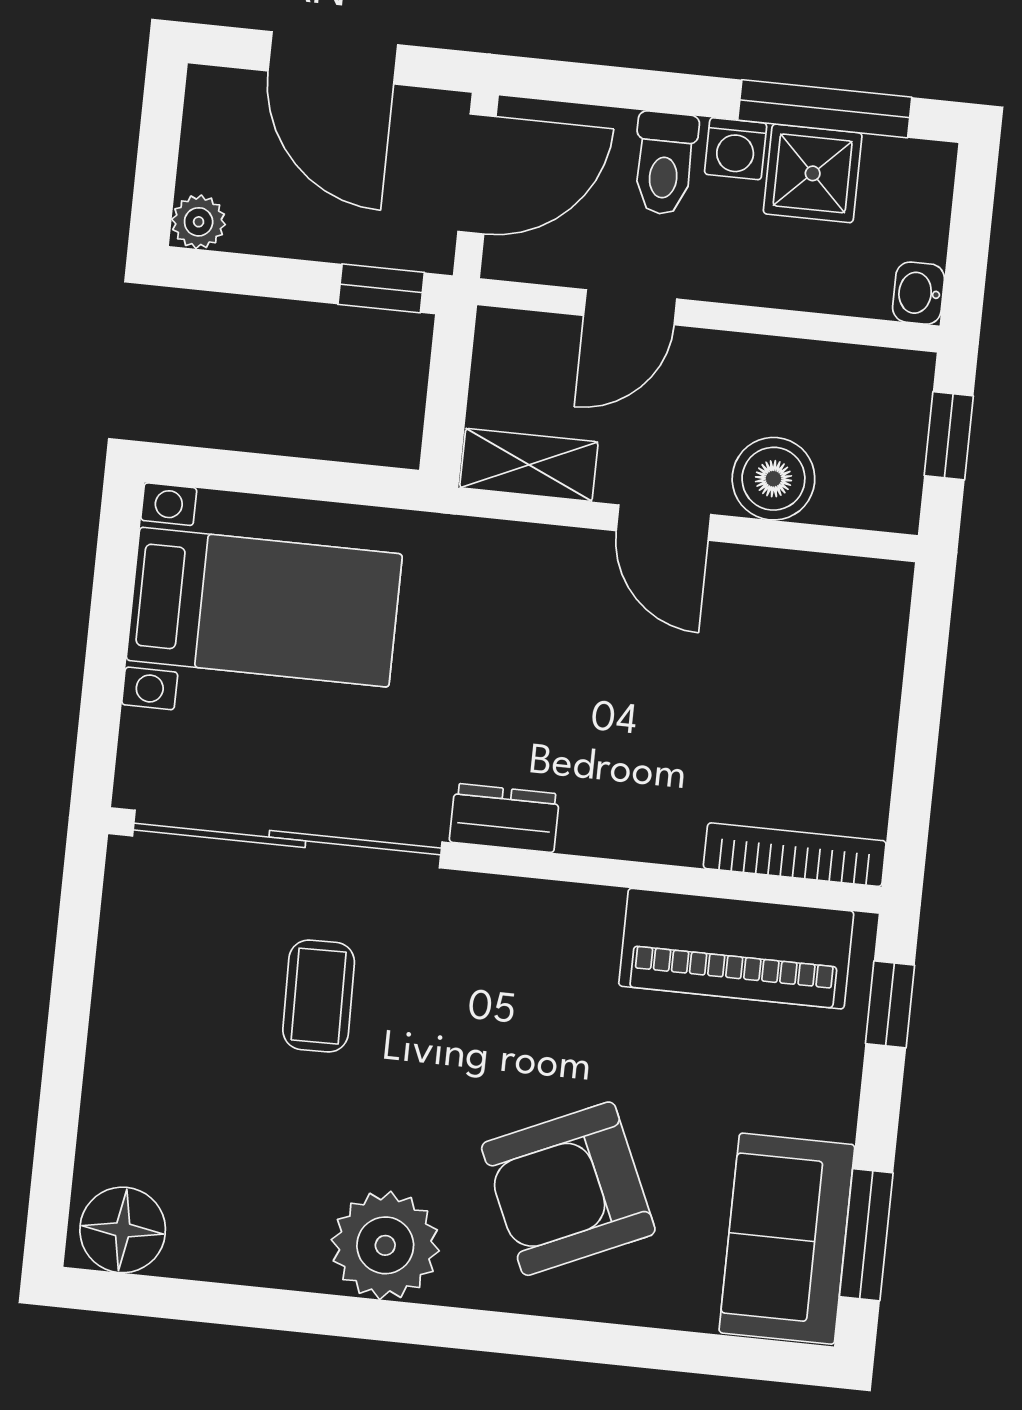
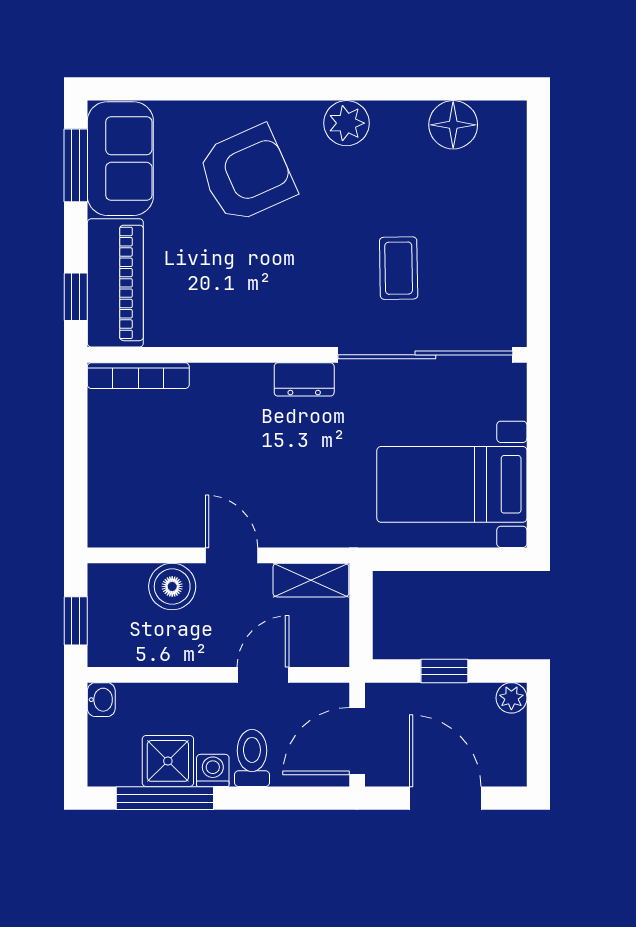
window: (381, 288) -> (444, 671), moved
piano: (736, 949) -> (115, 283), moved, turned 90
floor lamp: (123, 1230) -> (453, 125), moved
plant: (385, 1245) -> (346, 123), width x0.73, depth x0.73

